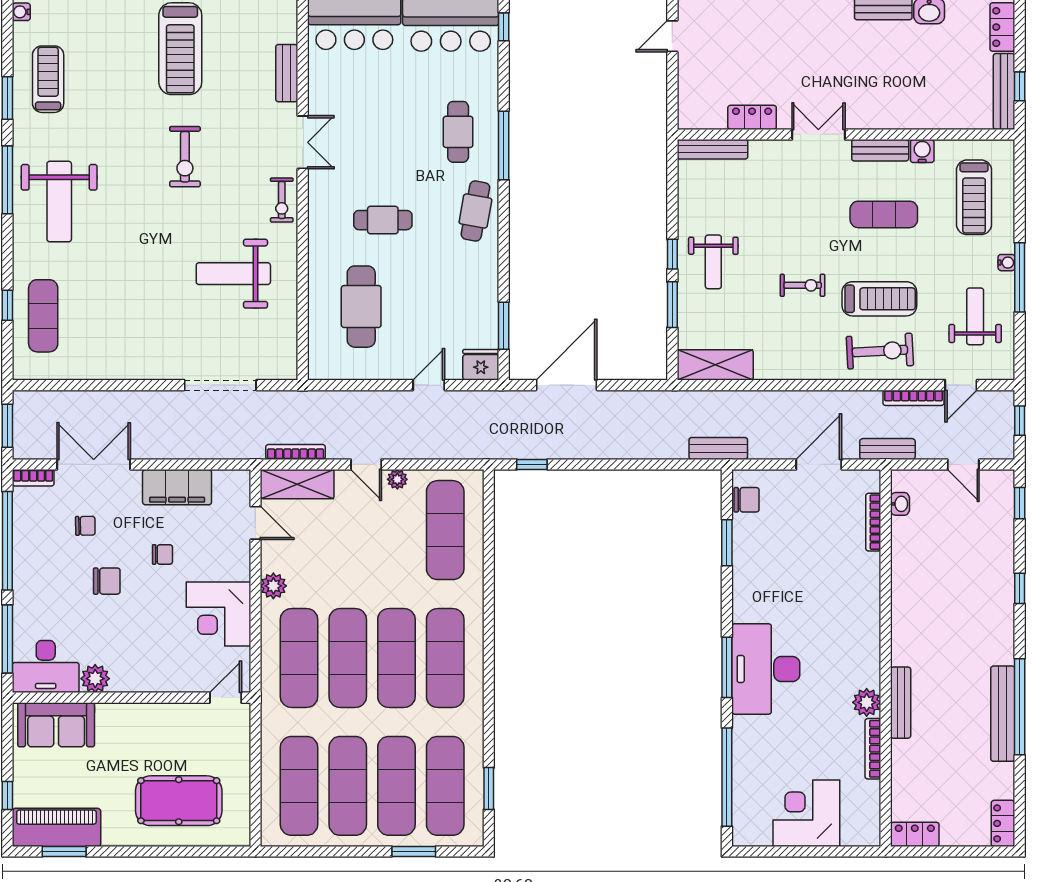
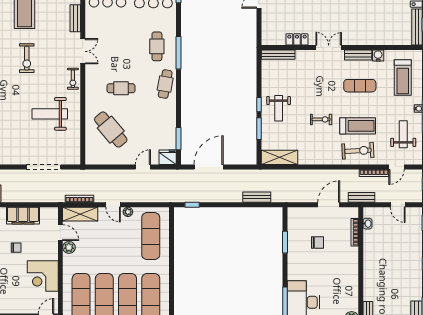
cafe table: (361, 307) -> (111, 130), turned -40
bench: (718, 448) -> (257, 197), moved
chair: (747, 500) -> (317, 243), moved
plant: (273, 586) -> (69, 247), moved

